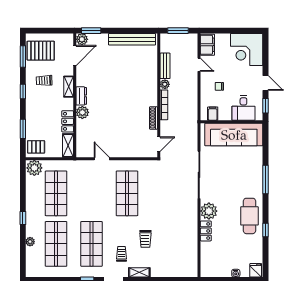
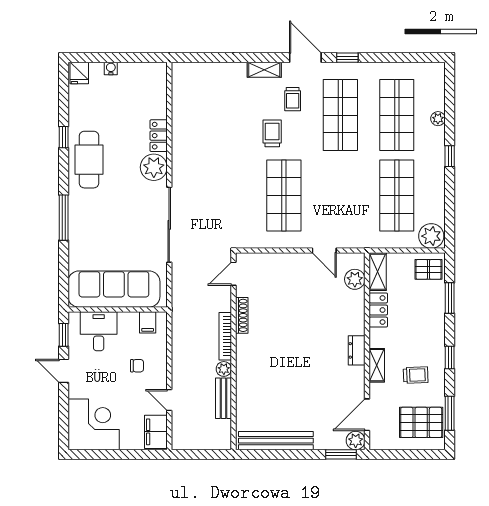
window: (178, 31) -> (203, 454), removed
plant: (82, 112) -> (355, 279), moved
trolley: (145, 239) -> (272, 133), moved

